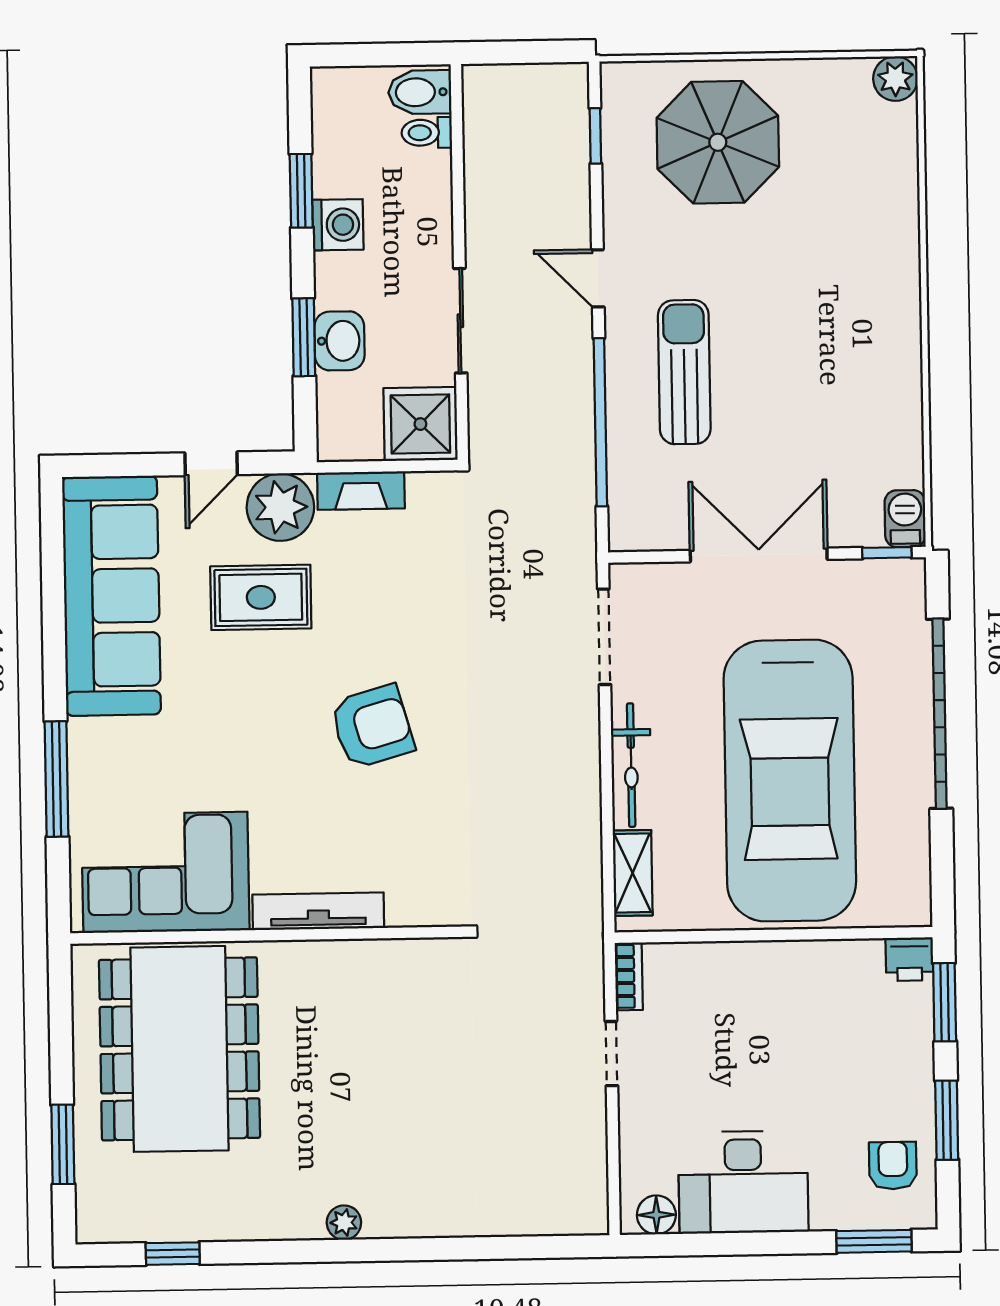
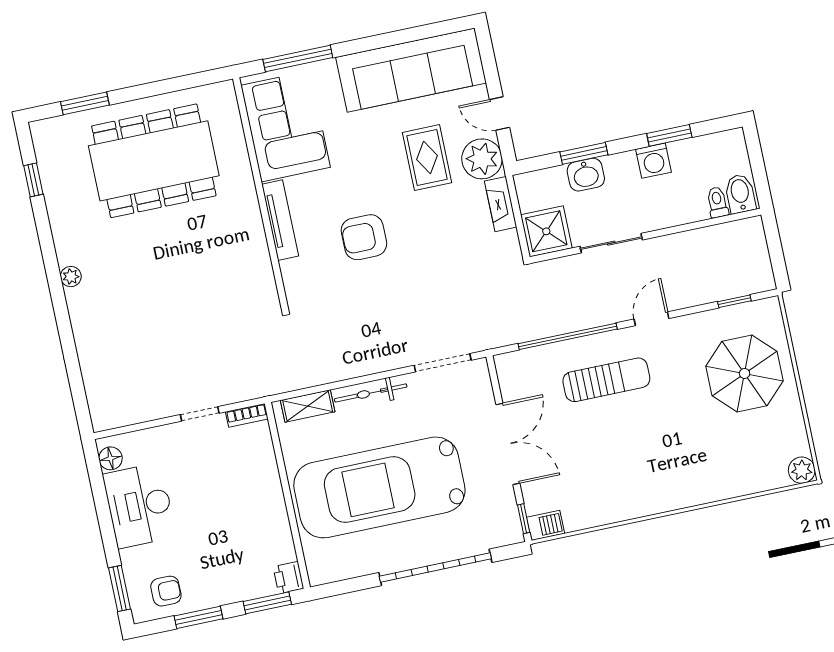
armchair: (372, 727) -> (364, 237), turned 106
corner sofa: (165, 872) -> (286, 126), moved
tv unit: (318, 911) -> (280, 220), moved
wall: (268, 935) -> (261, 193), moved

